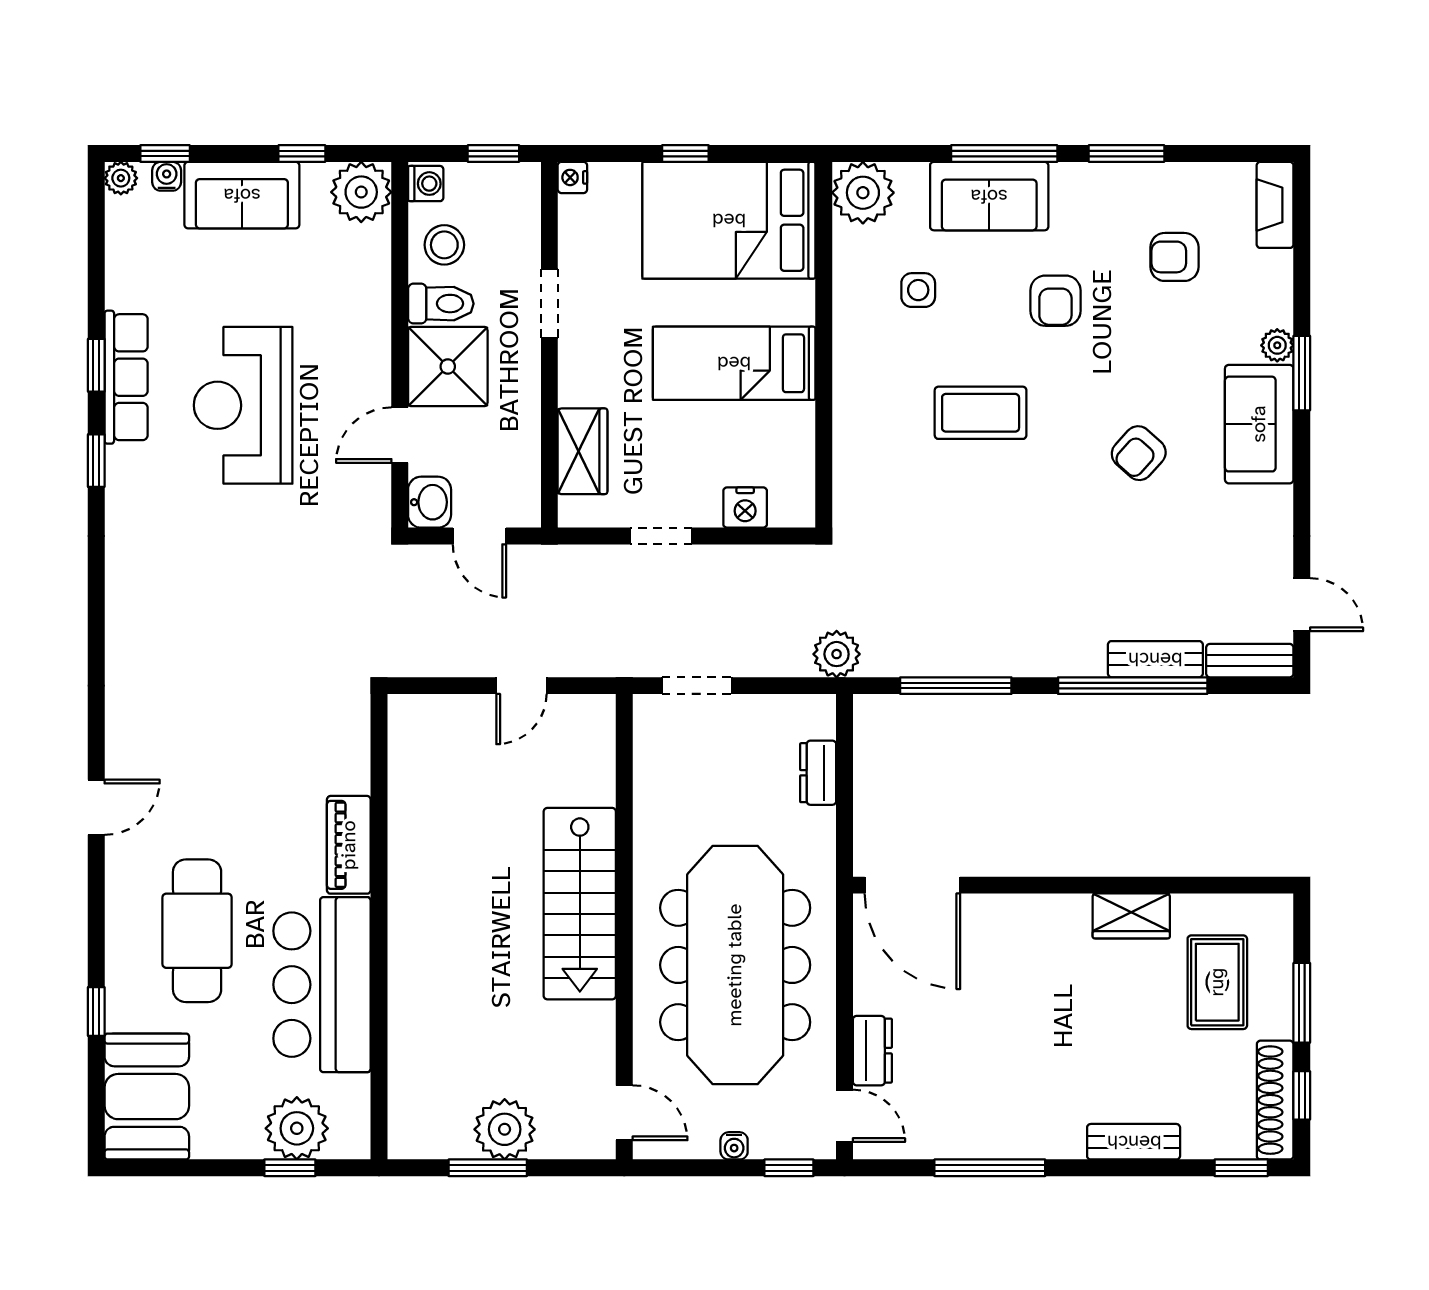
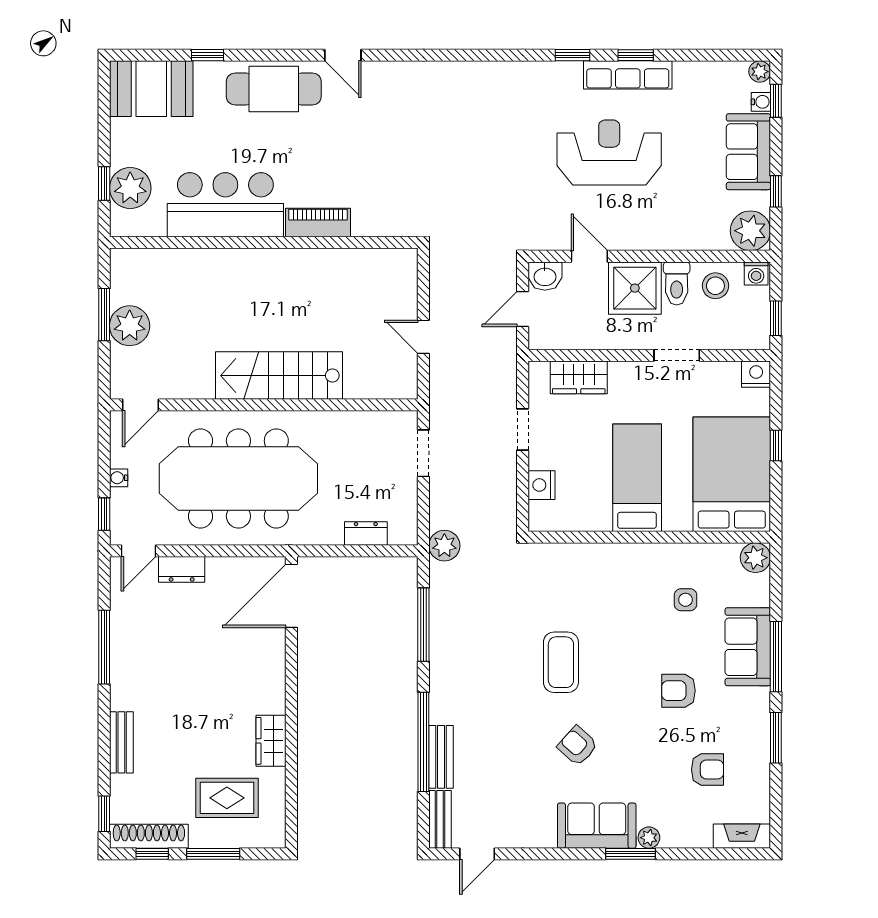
nightstand: (572, 177) -> (756, 374), width x1.39, depth x1.35
plant: (863, 193) -> (755, 558), width x0.73, depth x0.73
armchair: (1174, 257) -> (707, 770), turned 90
coffee table: (981, 413) -> (561, 662), moved
cafe table: (197, 931) -> (274, 89), moved

